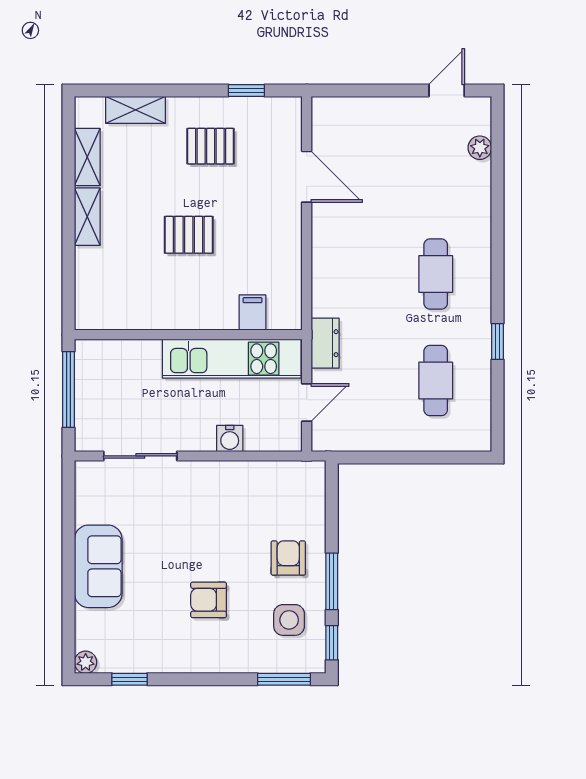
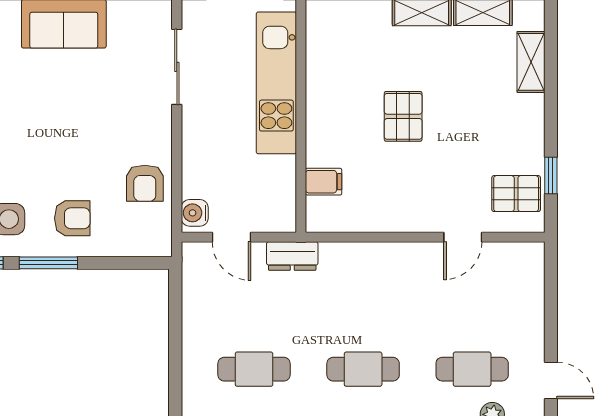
pallet: (211, 146) -> (516, 194), moved, turned 90
cafe table: (436, 167) -> (472, 369), added
door: (307, 177) -> (463, 237), width x0.73
kitchen unit: (232, 359) -> (276, 83), moved
water cooler: (230, 438) -> (195, 213), moved
armchair: (209, 600) -> (145, 183), moved, turned 180

